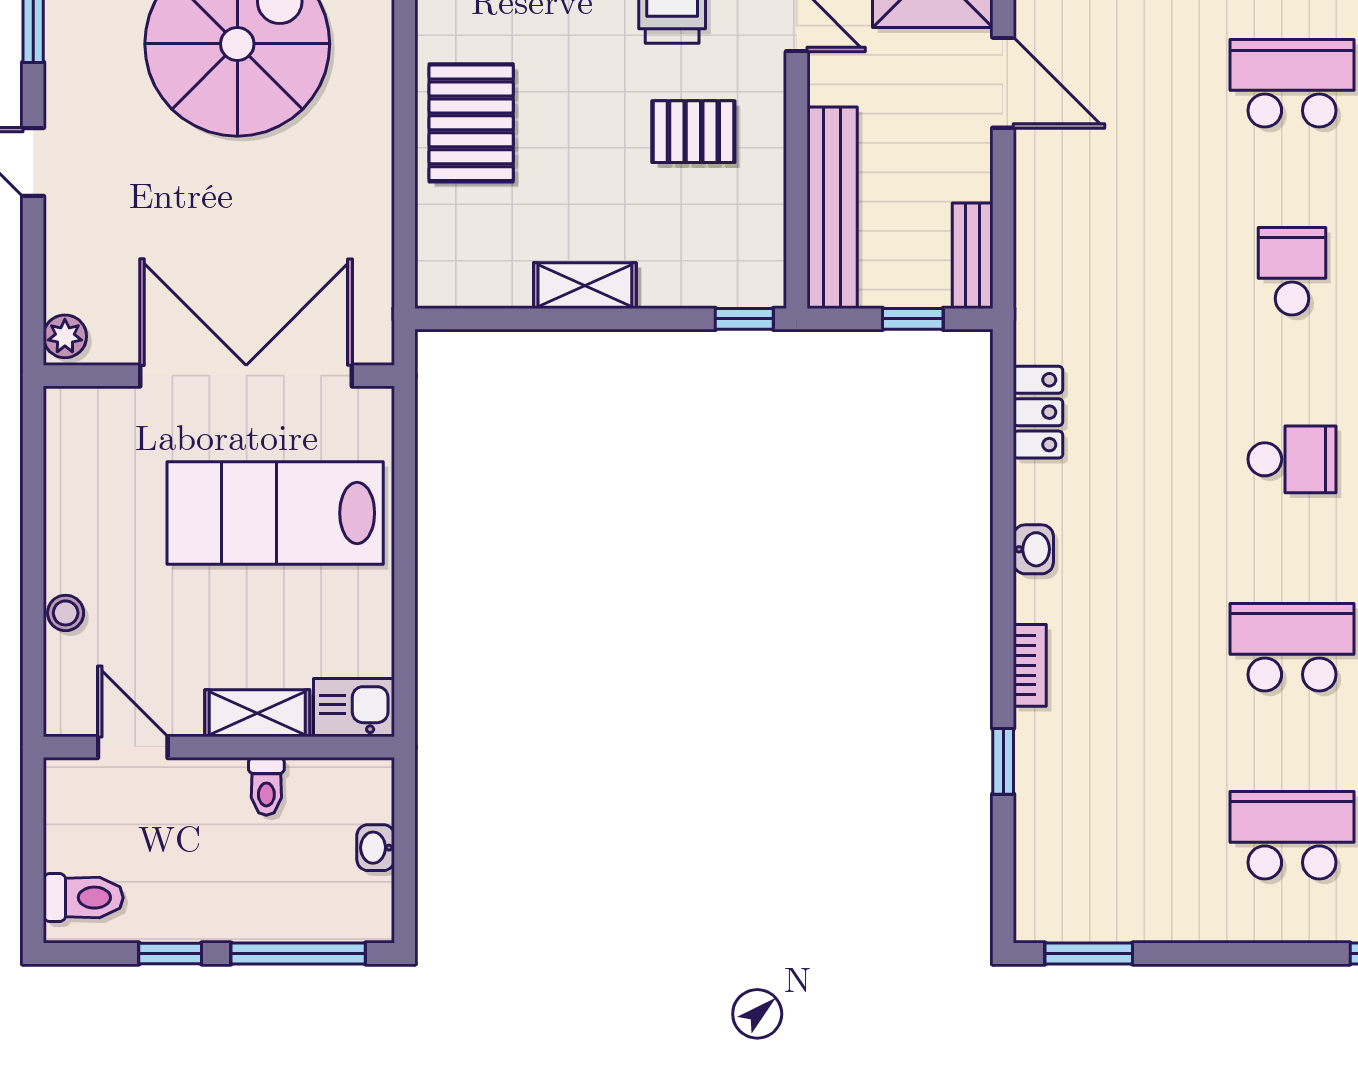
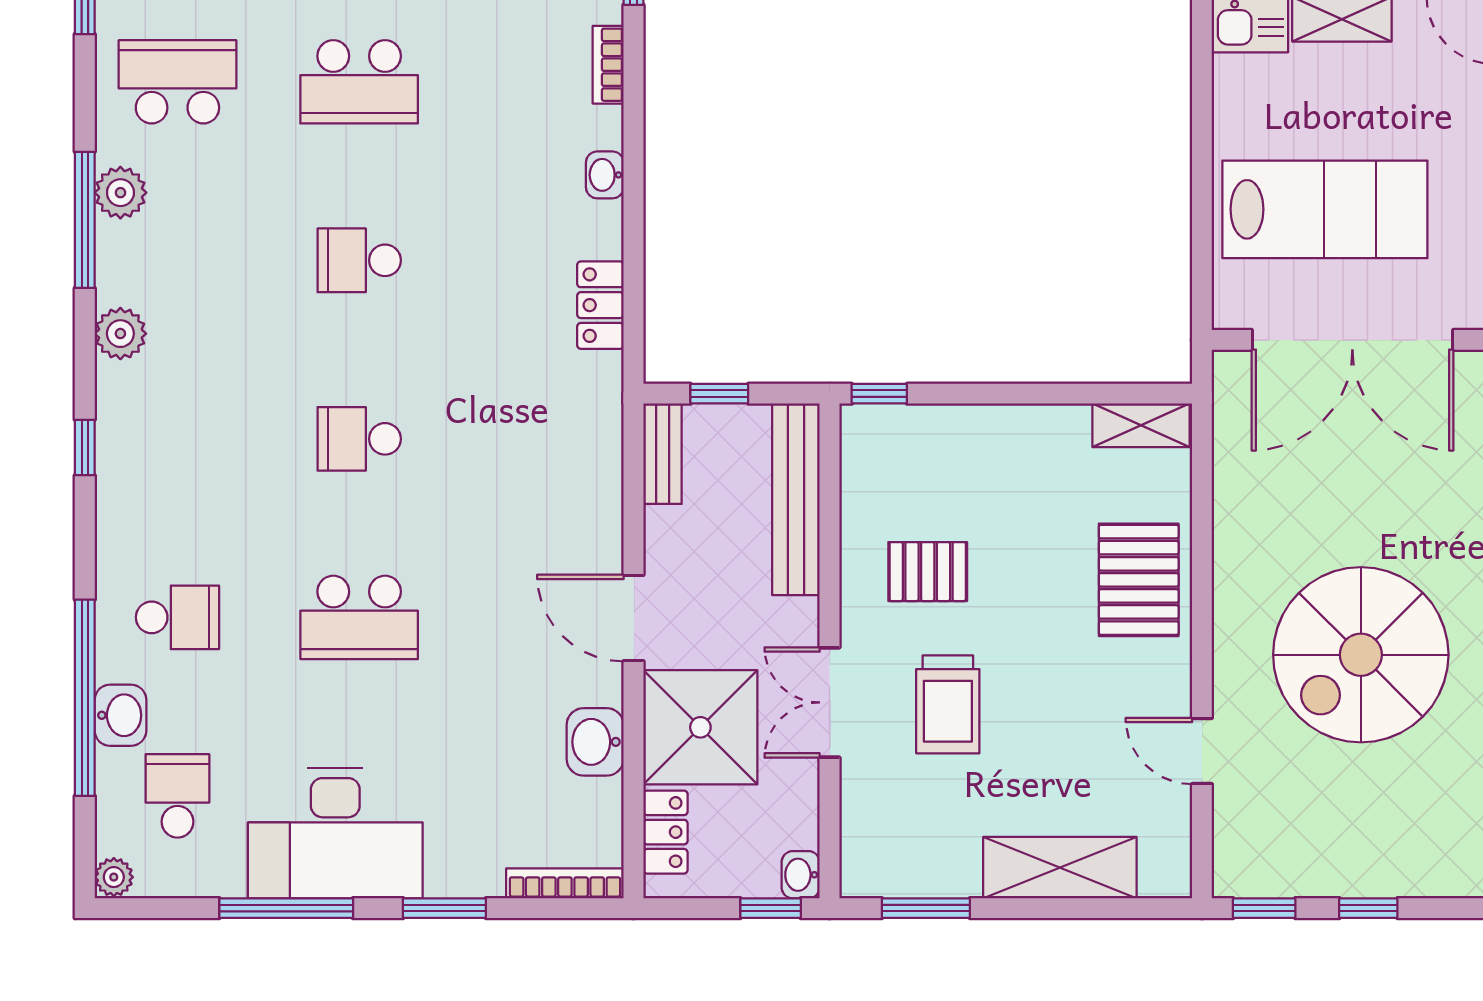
school desk: (1292, 271) -> (359, 439), turned 90
shelving: (585, 286) -> (1141, 425), moved

